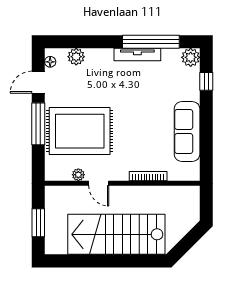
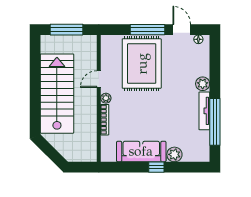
plant: (76, 57) -> (203, 84), moved
plant: (191, 57) -> (174, 154), moved
window: (206, 81) -> (156, 167), moved
plant: (78, 175) -> (106, 98), moved
window: (38, 223) -> (66, 30), width x1.44

